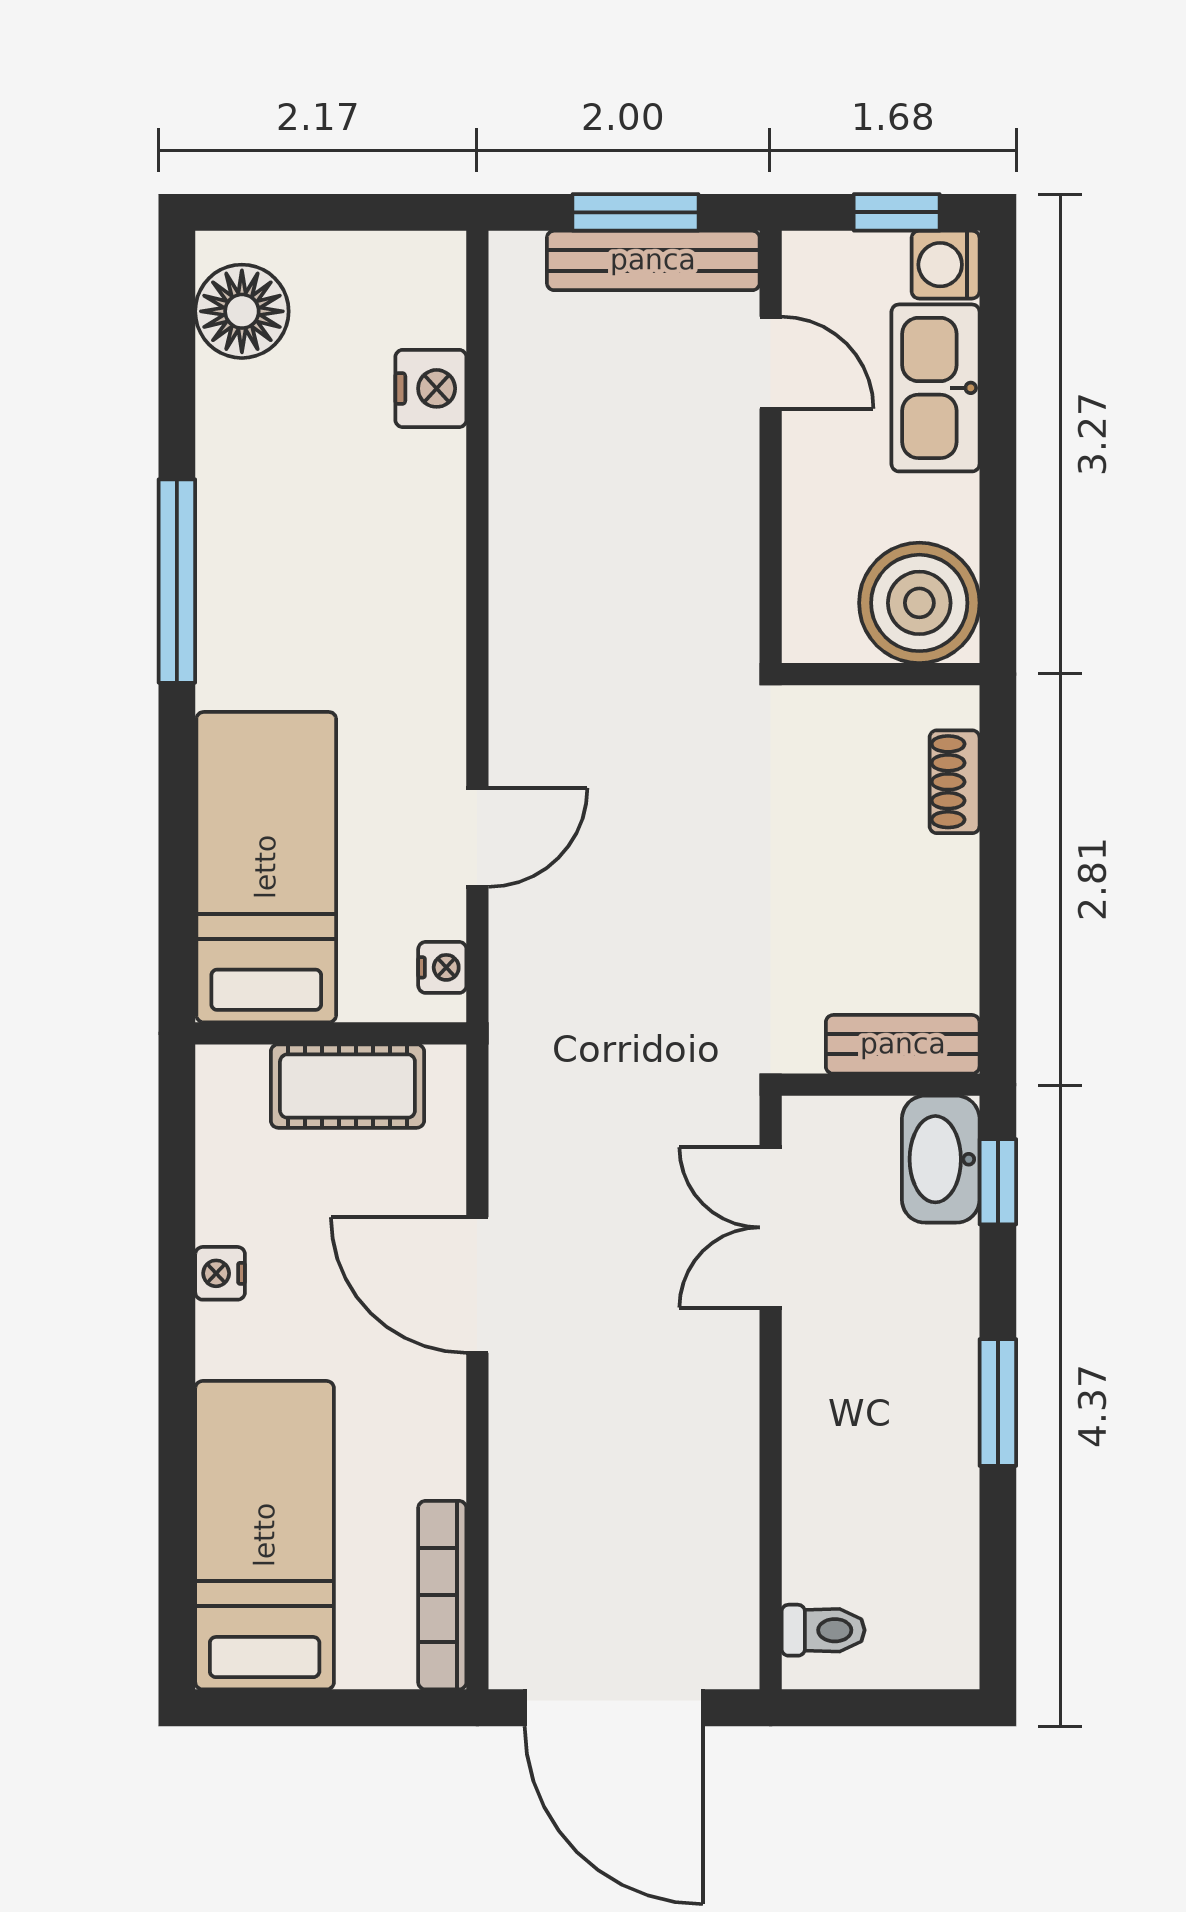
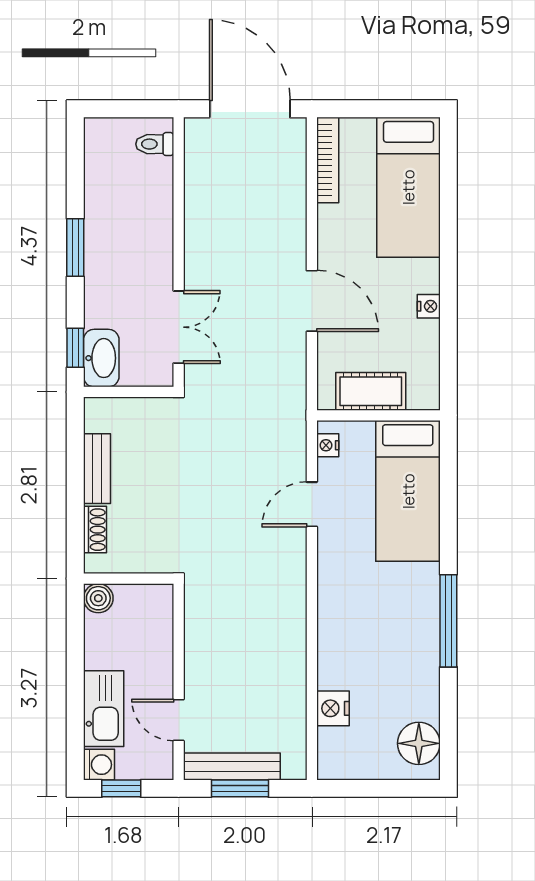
boiler: (919, 603) -> (98, 598), width x0.54, depth x0.54
bench: (903, 1044) -> (97, 469), moved, turned 90

